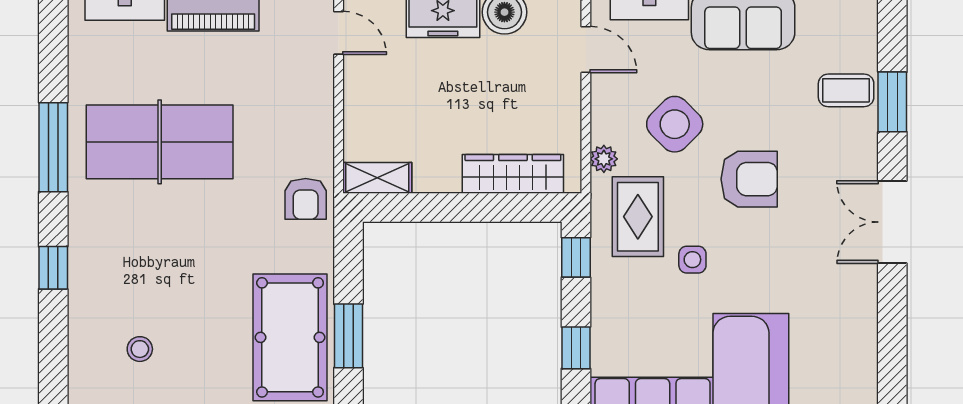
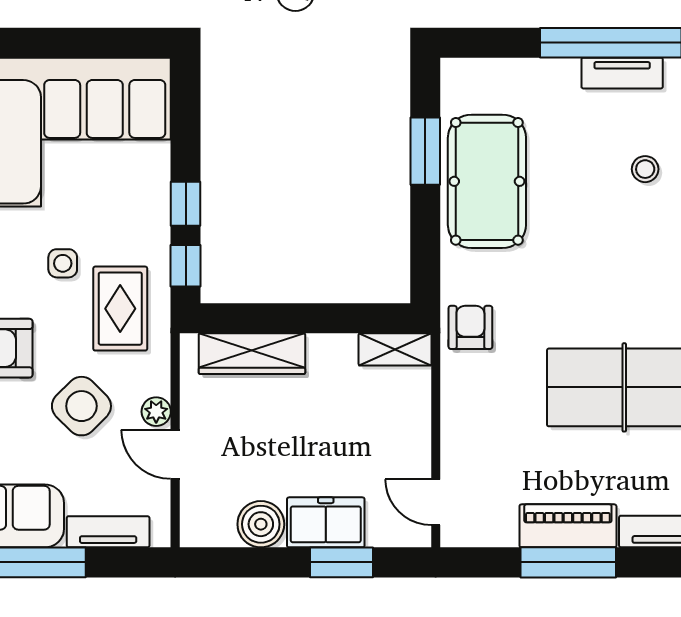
door: (586, 50) -> (175, 454), moved
plant: (604, 159) -> (156, 412), moved
window: (348, 336) -> (425, 151), moved
window: (576, 348) -> (186, 204), moved

